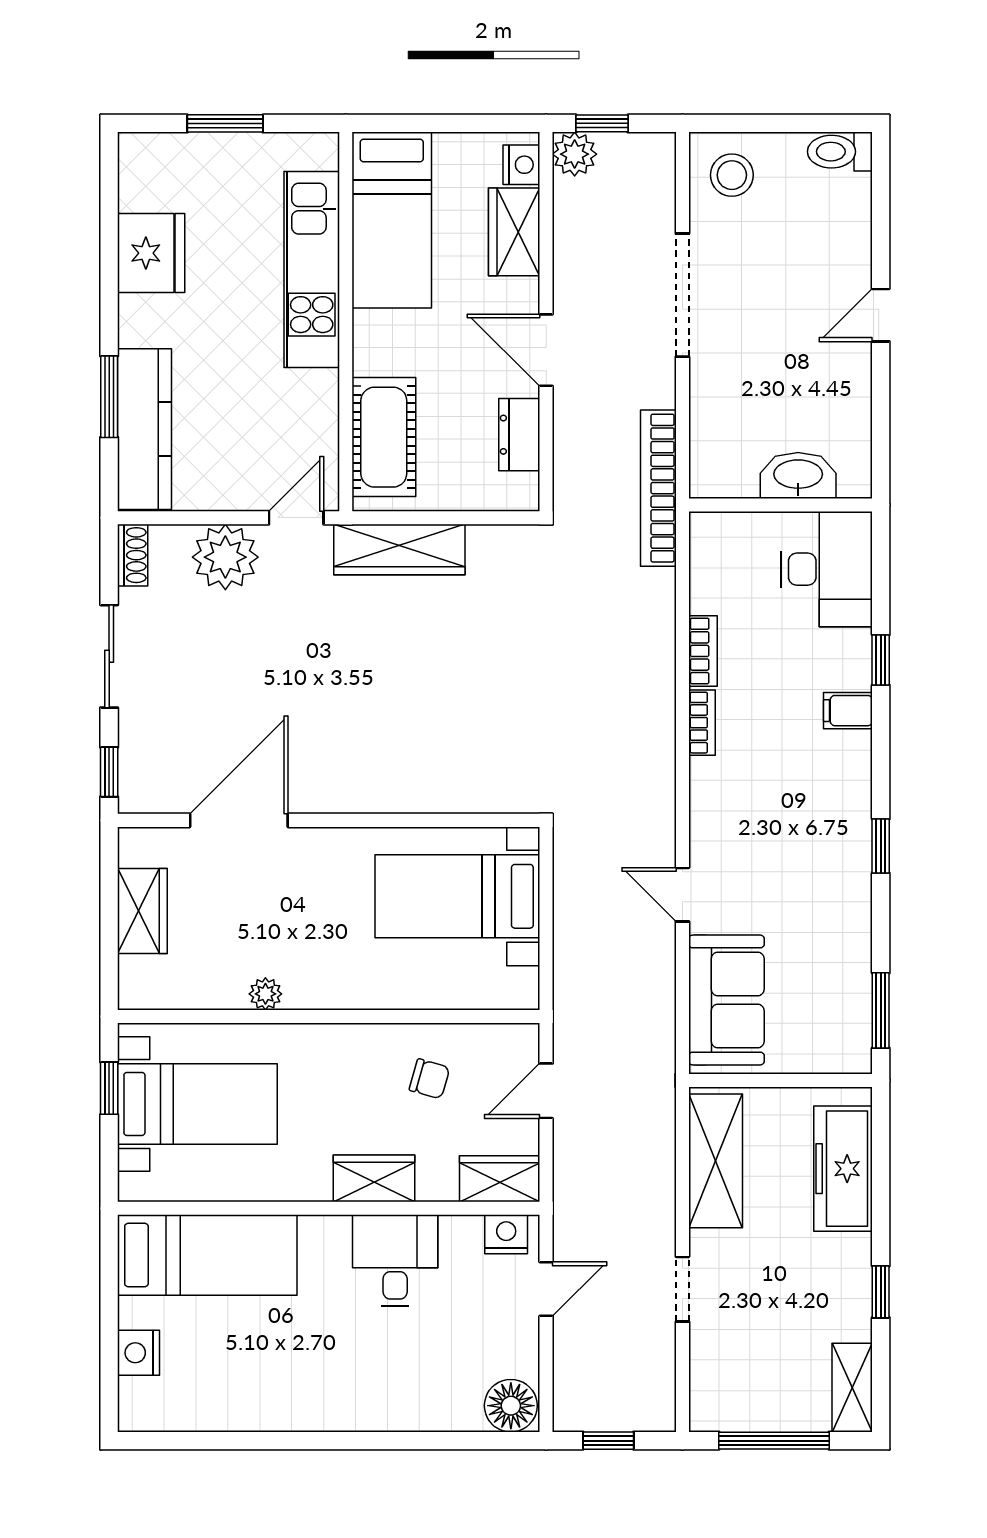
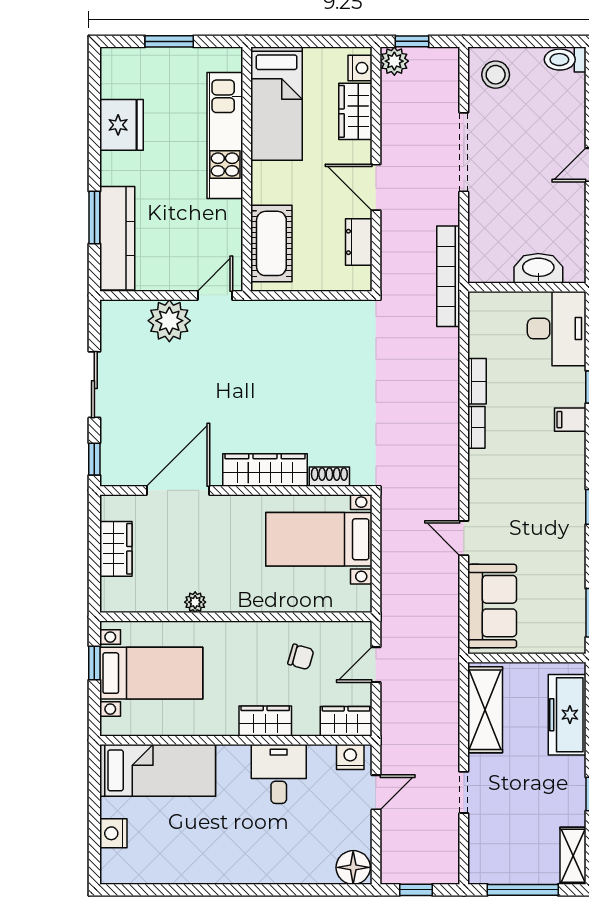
wardrobe: (399, 549) -> (265, 470), moved, turned 180
shoe rack: (133, 555) -> (329, 477), moved, turned -90

